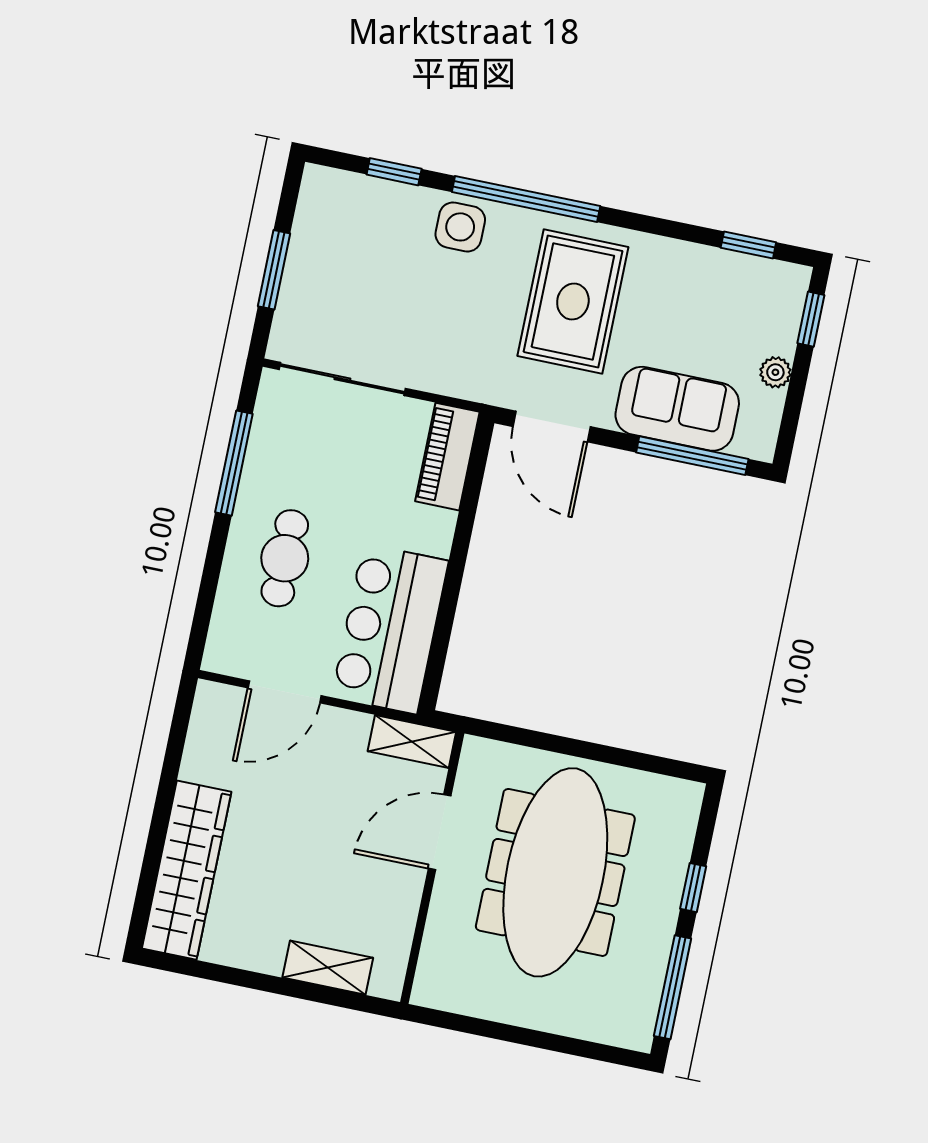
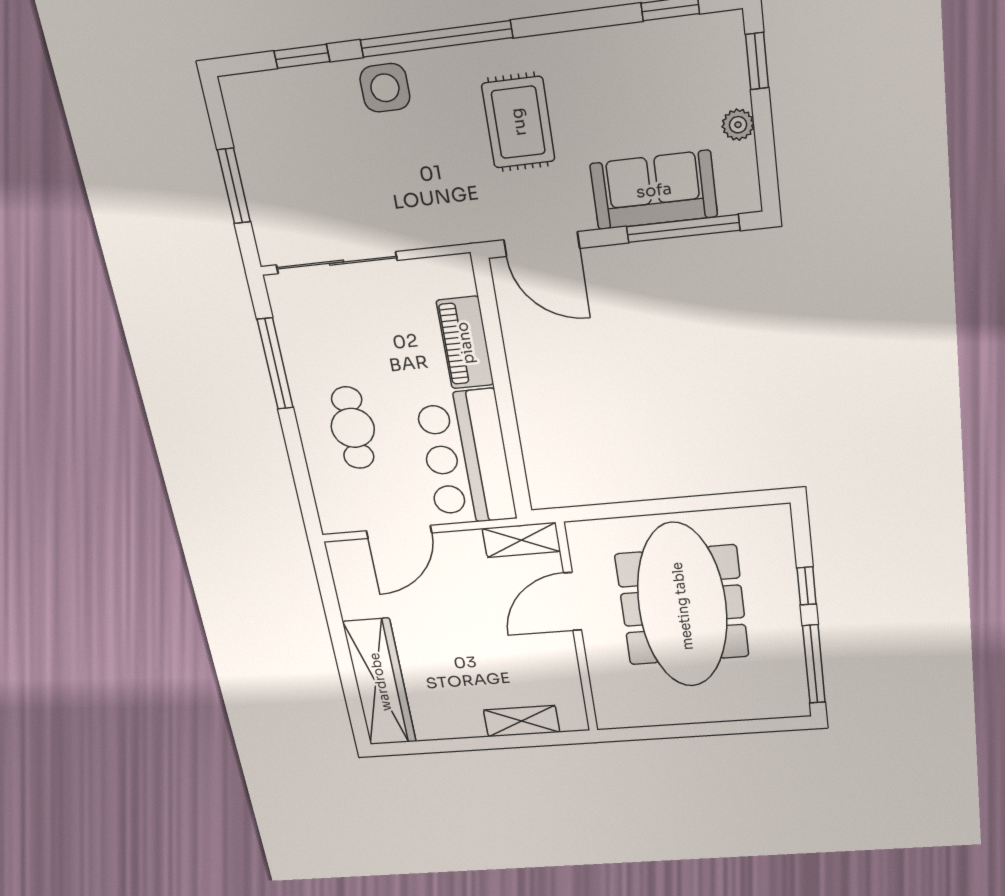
rug: (573, 301) -> (518, 122), width x0.73, depth x0.70
piano: (447, 457) -> (465, 343), moved

